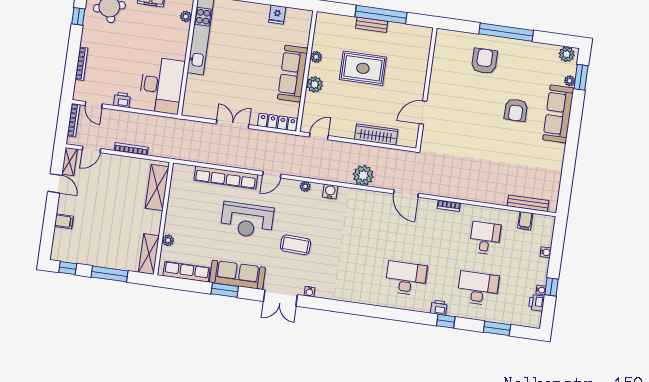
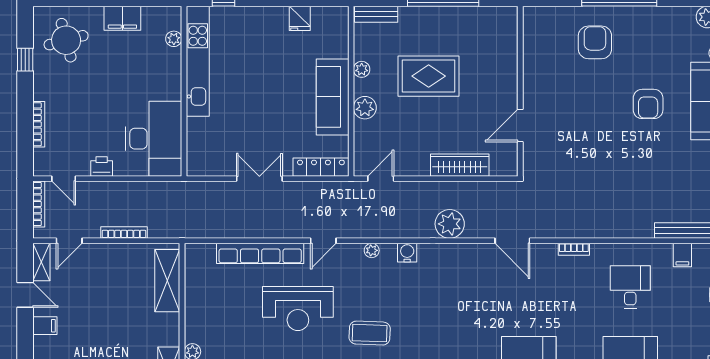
bench: (372, 25) -> (376, 14), moved
filing cabinet: (64, 221) -> (45, 326), moved

